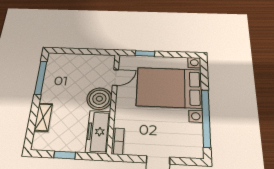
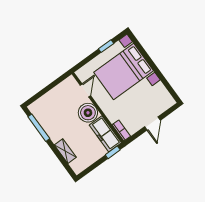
window: (145, 53) -> (106, 46), moved
window: (206, 118) -> (160, 75), removed
window: (65, 155) -> (113, 152), moved

